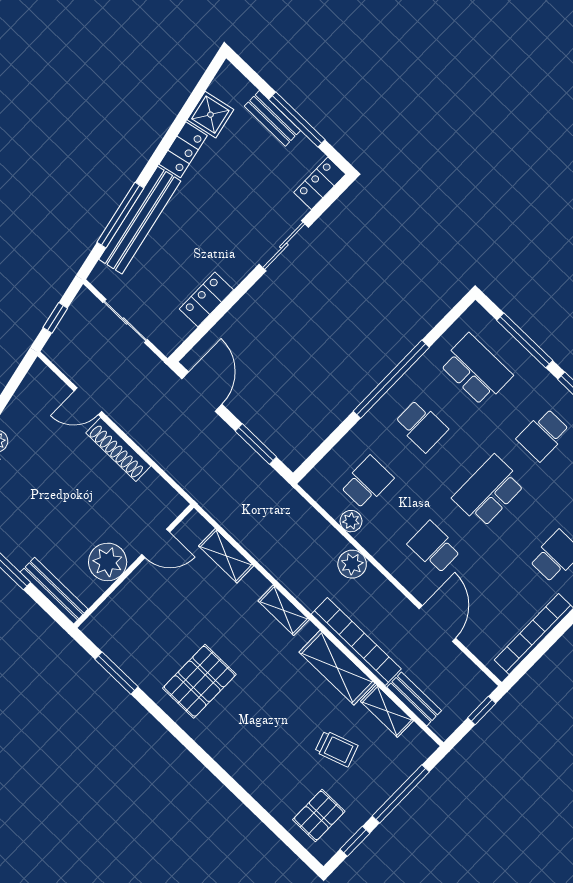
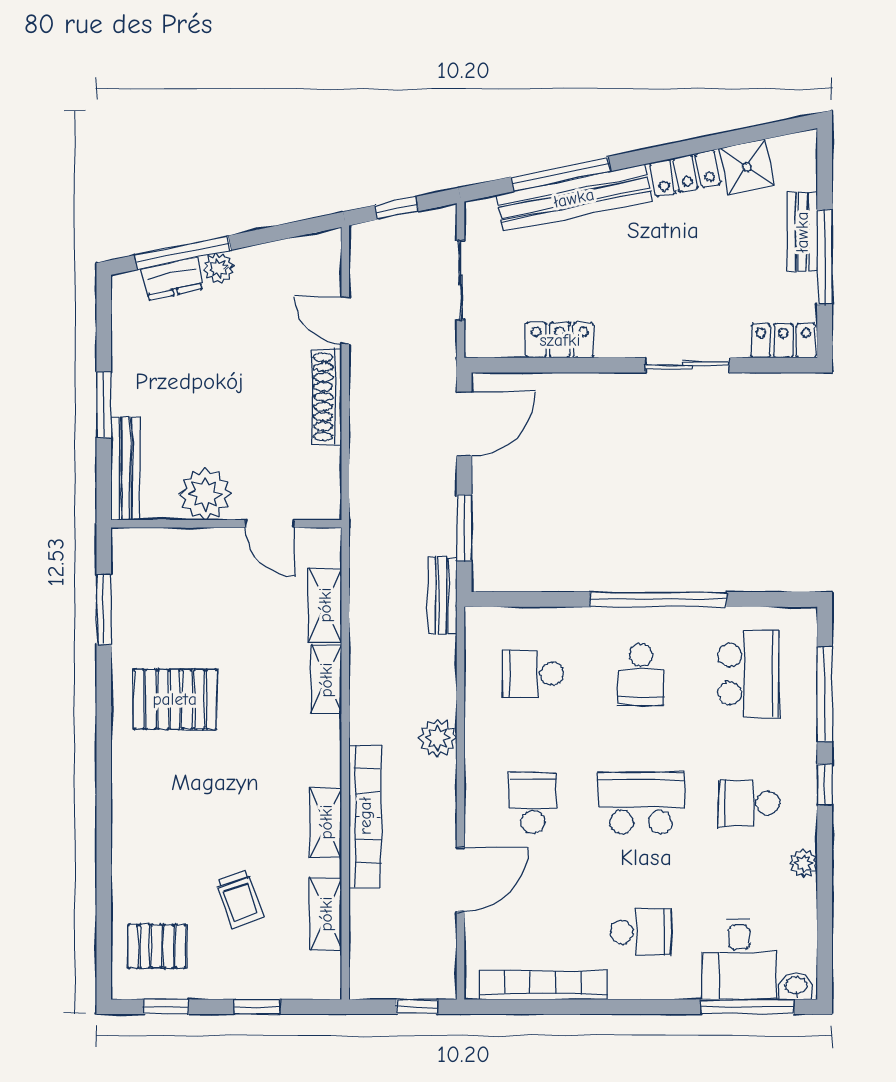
school desk: (367, 482) -> (533, 674), turned 180
plant: (351, 521) -> (479, 696), removed
shelving: (284, 610) -> (326, 680), moved
shelving: (337, 668) -> (326, 822), width x0.67, depth x0.75
bench: (414, 699) -> (442, 596), moved
window: (401, 794) -> (257, 1007), width x0.46

